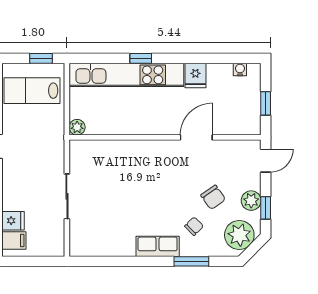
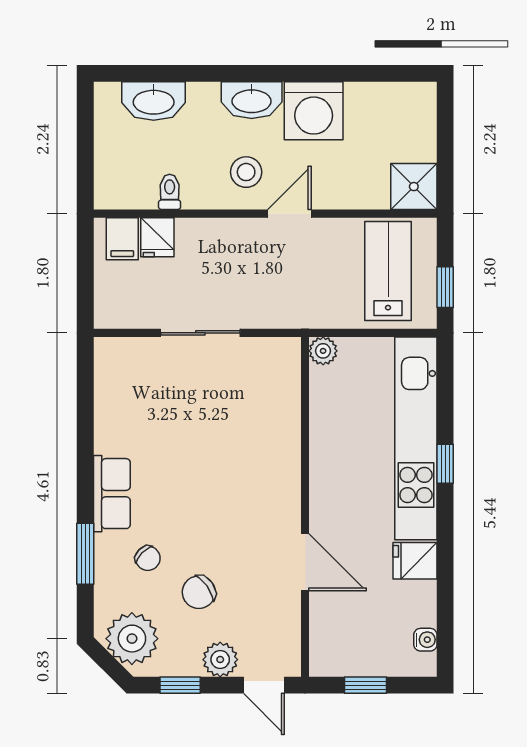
plant: (251, 201) -> (220, 660), moved

